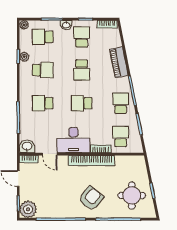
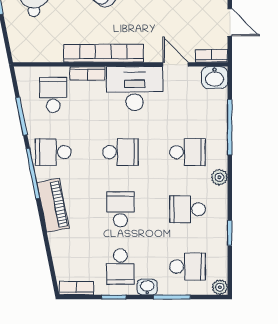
plant: (24, 57) -> (219, 177), moved
piano: (119, 62) -> (53, 205), moved
school desk: (121, 103) -> (53, 152), turned 90
school desk: (121, 136) -> (53, 95), turned 180

